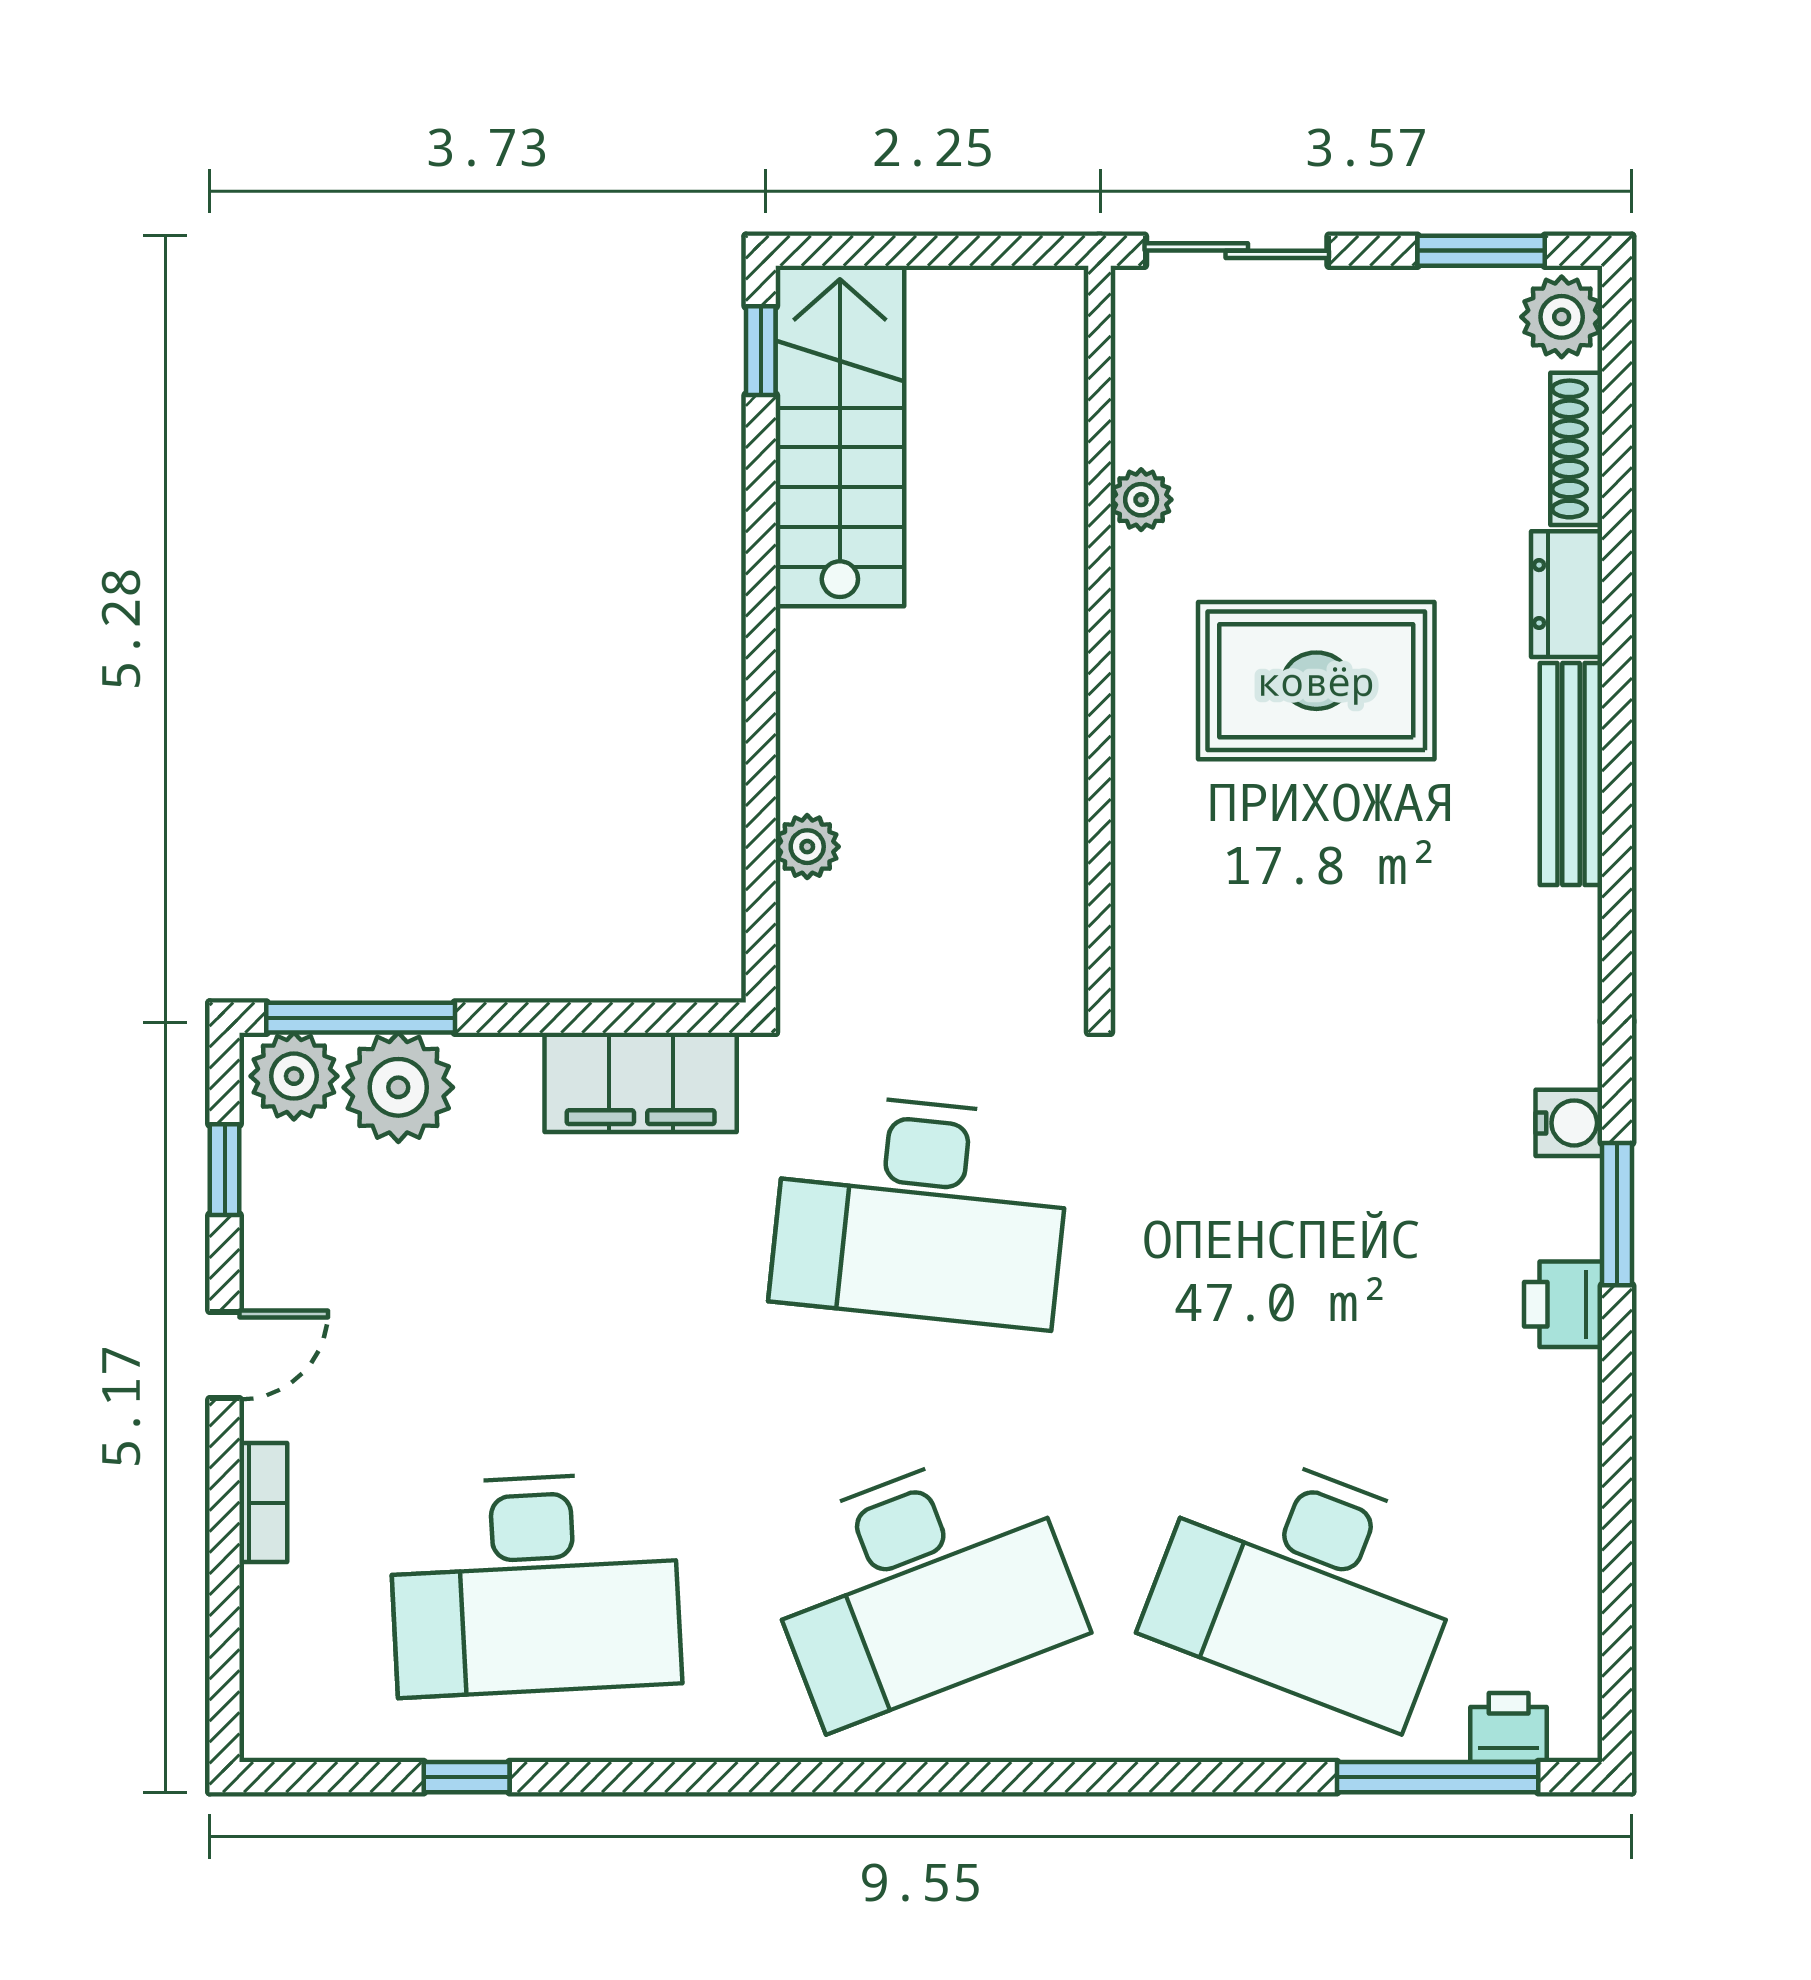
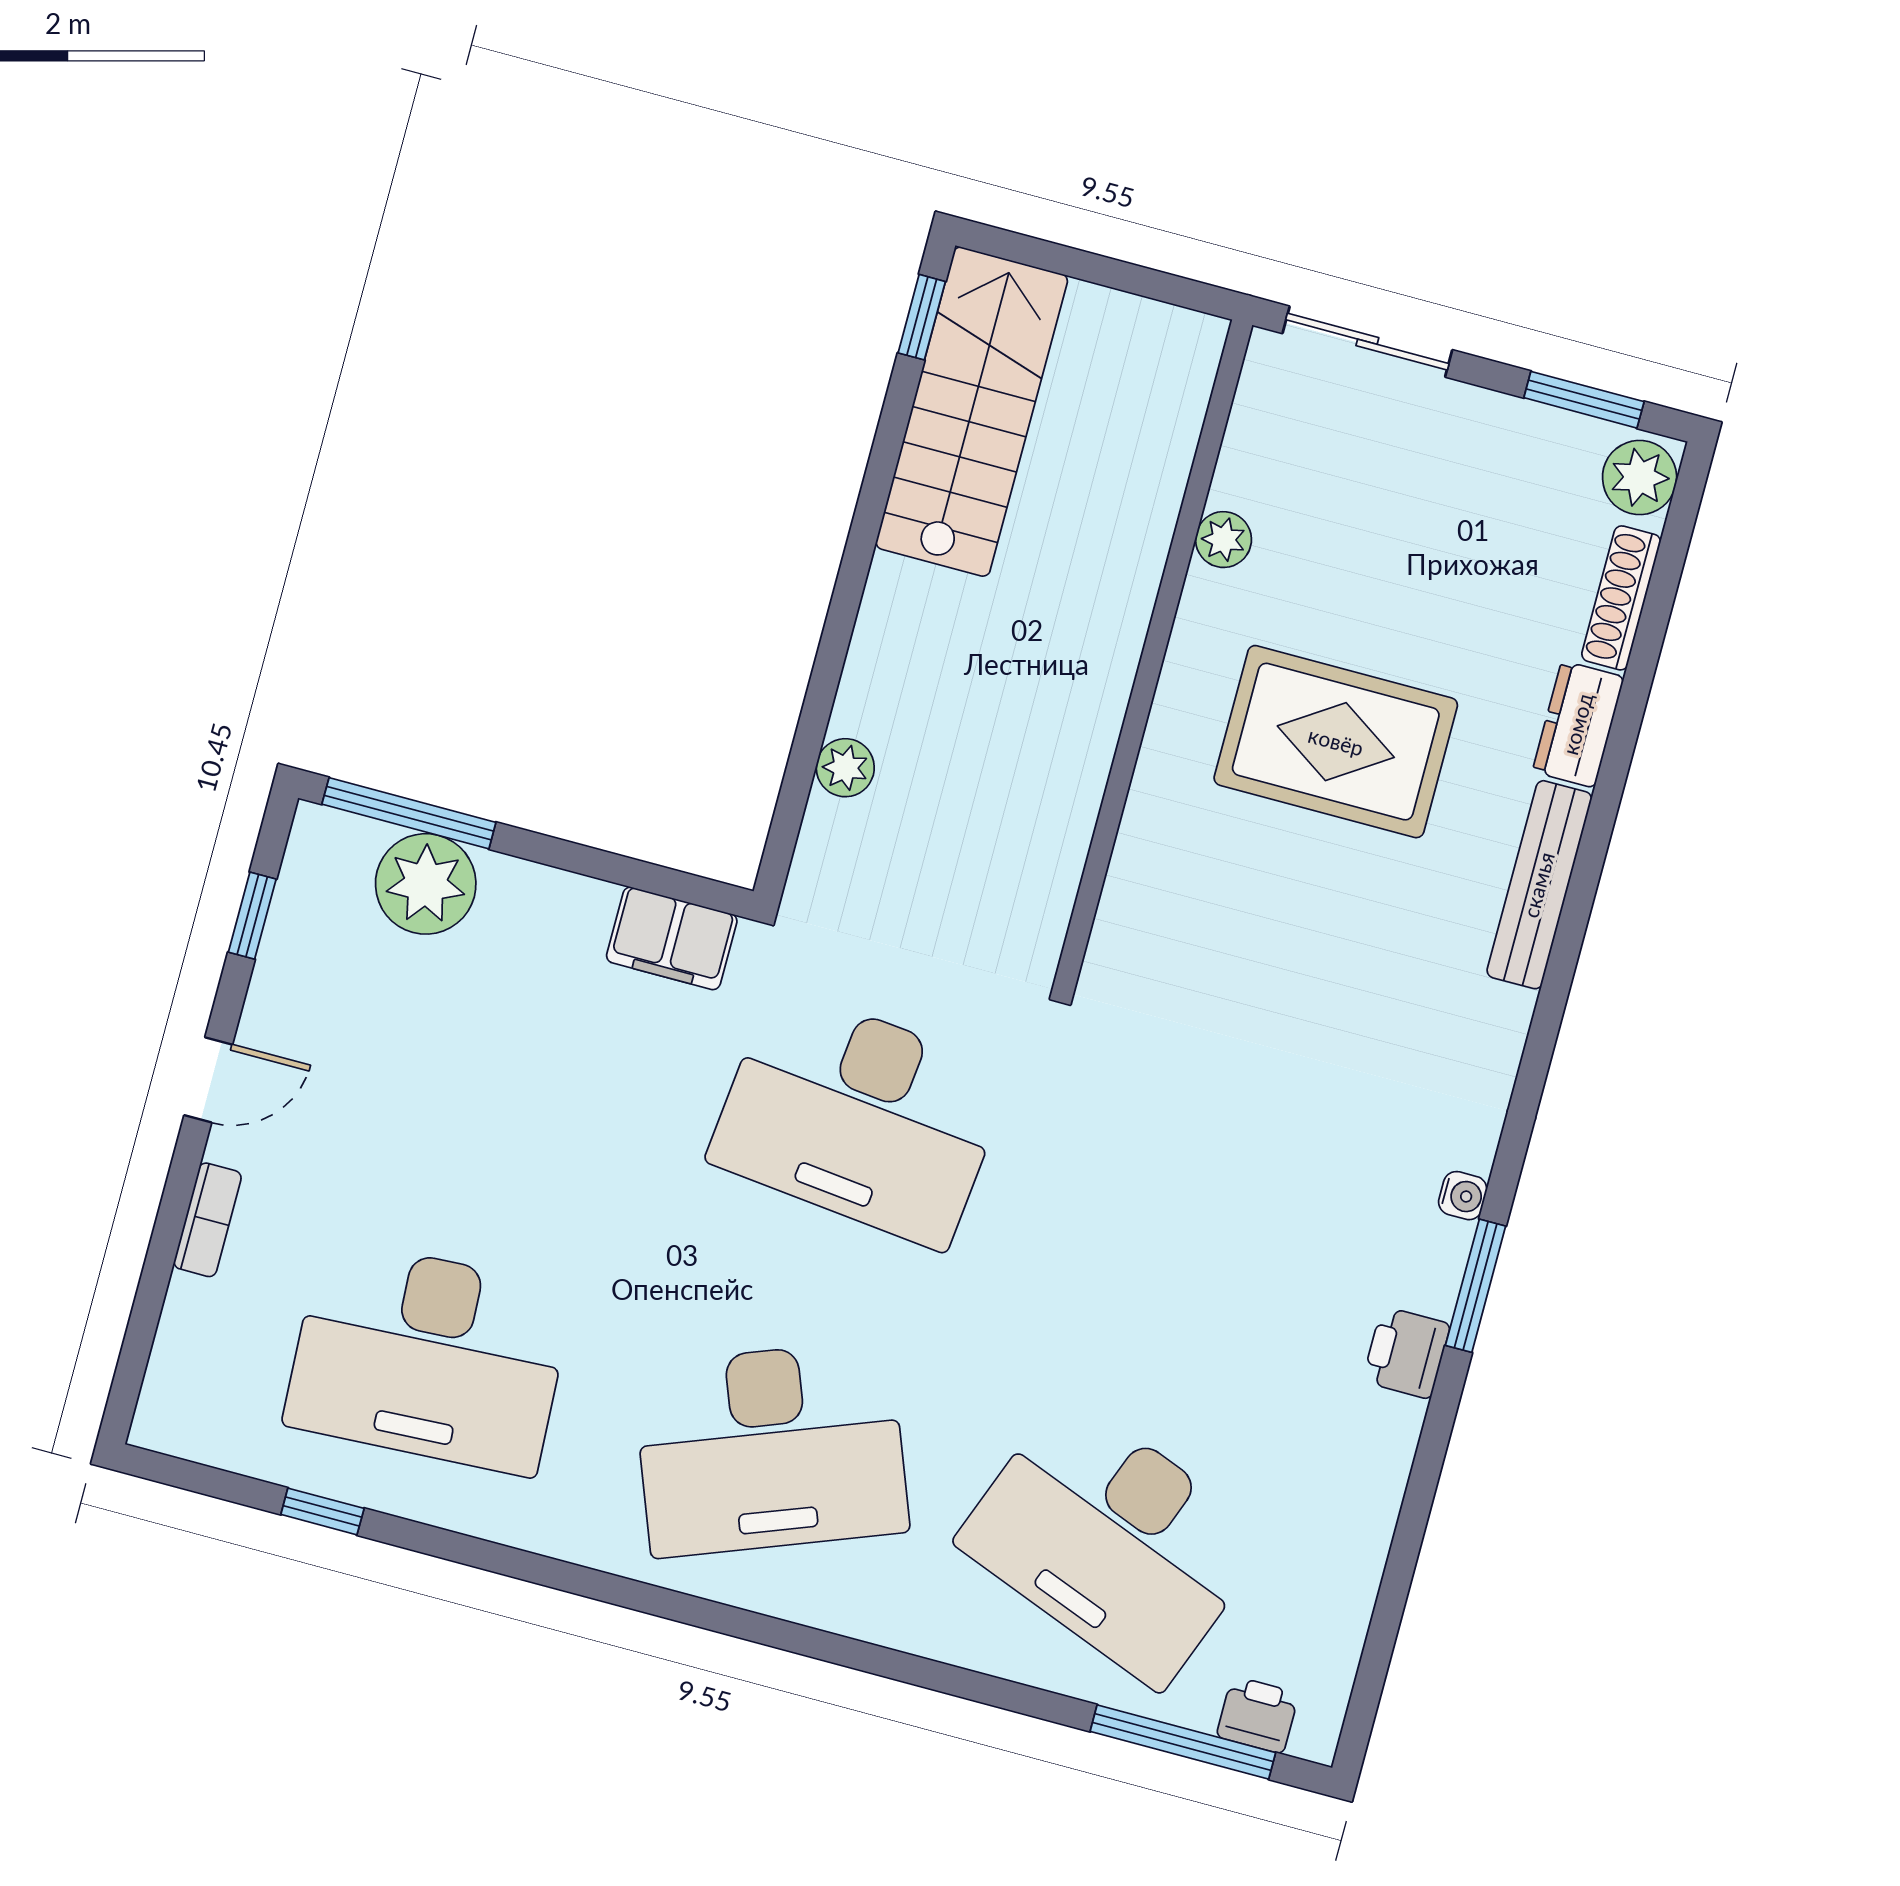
plant: (294, 1076) -> (336, 849), removed
filing cabinet: (641, 1082) -> (672, 938), width x0.67, depth x0.86
water cooler: (1569, 1123) -> (1463, 1196), width x0.72, depth x0.72

